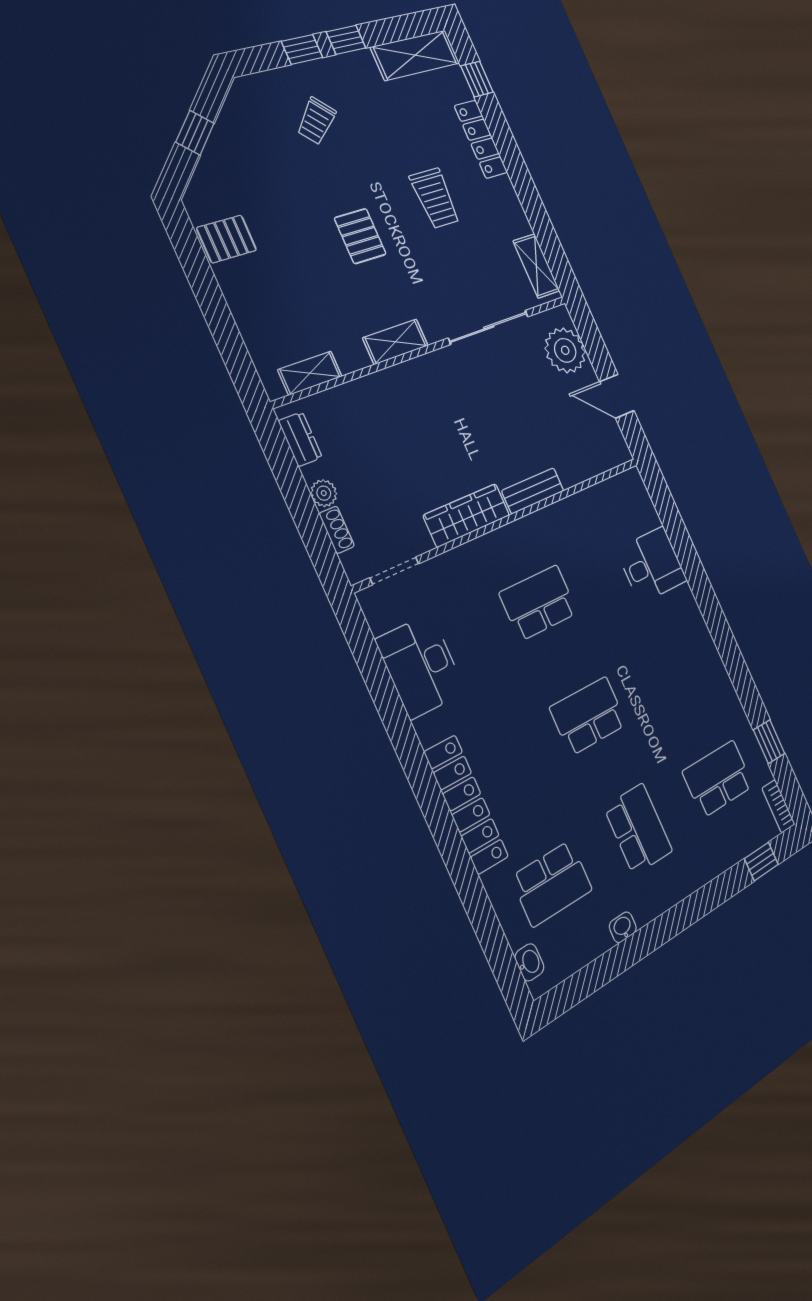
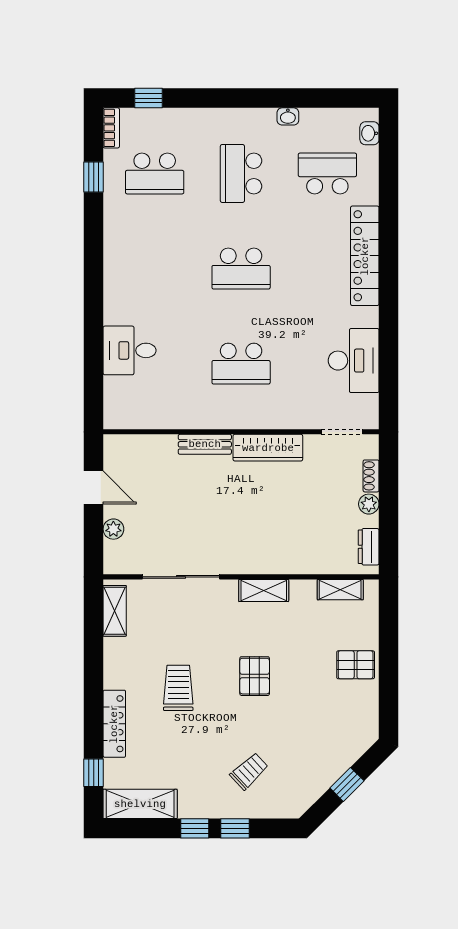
pallet: (227, 239) -> (356, 665), moved
plant: (565, 350) -> (113, 529), width x0.53, depth x0.53

